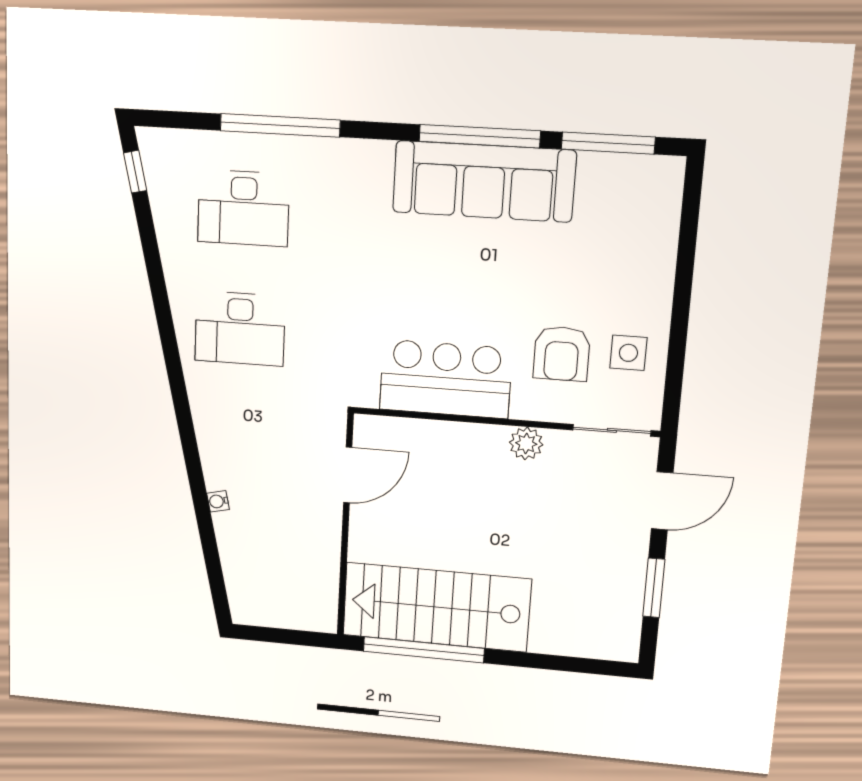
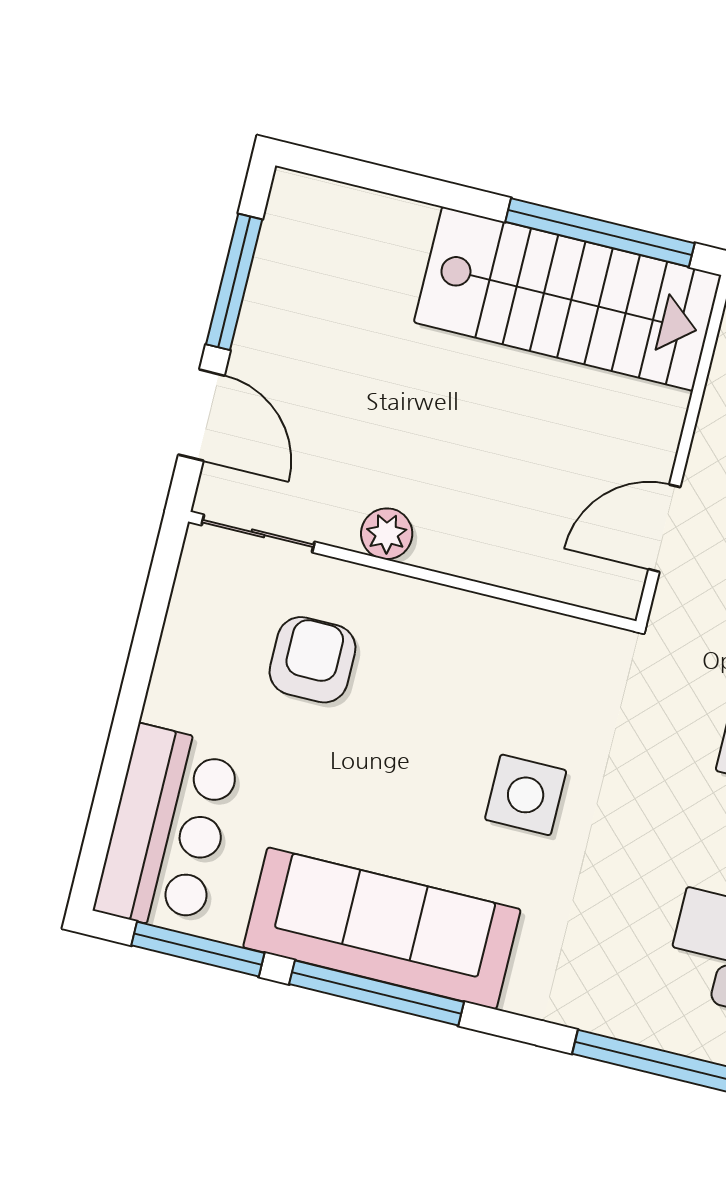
side table: (628, 353) -> (526, 795), moved, width x1.37, depth x1.37
bar counter: (446, 379) -> (168, 829), moved, turned -90
door: (662, 501) -> (201, 415), swing flipped
window: (654, 588) -> (234, 282), width x1.44

